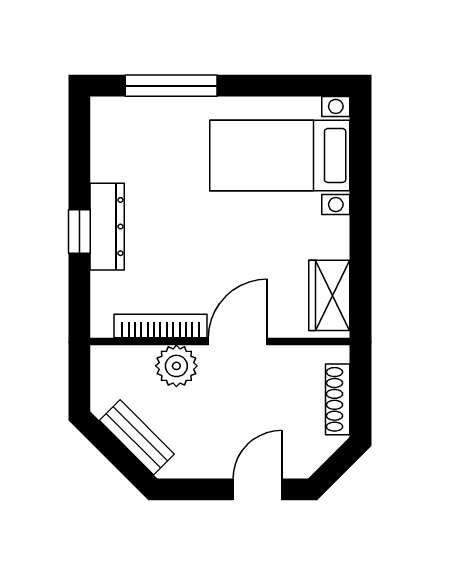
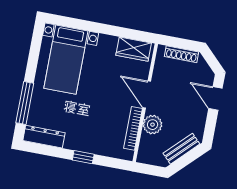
dresser: (107, 227) -> (44, 137), moved

